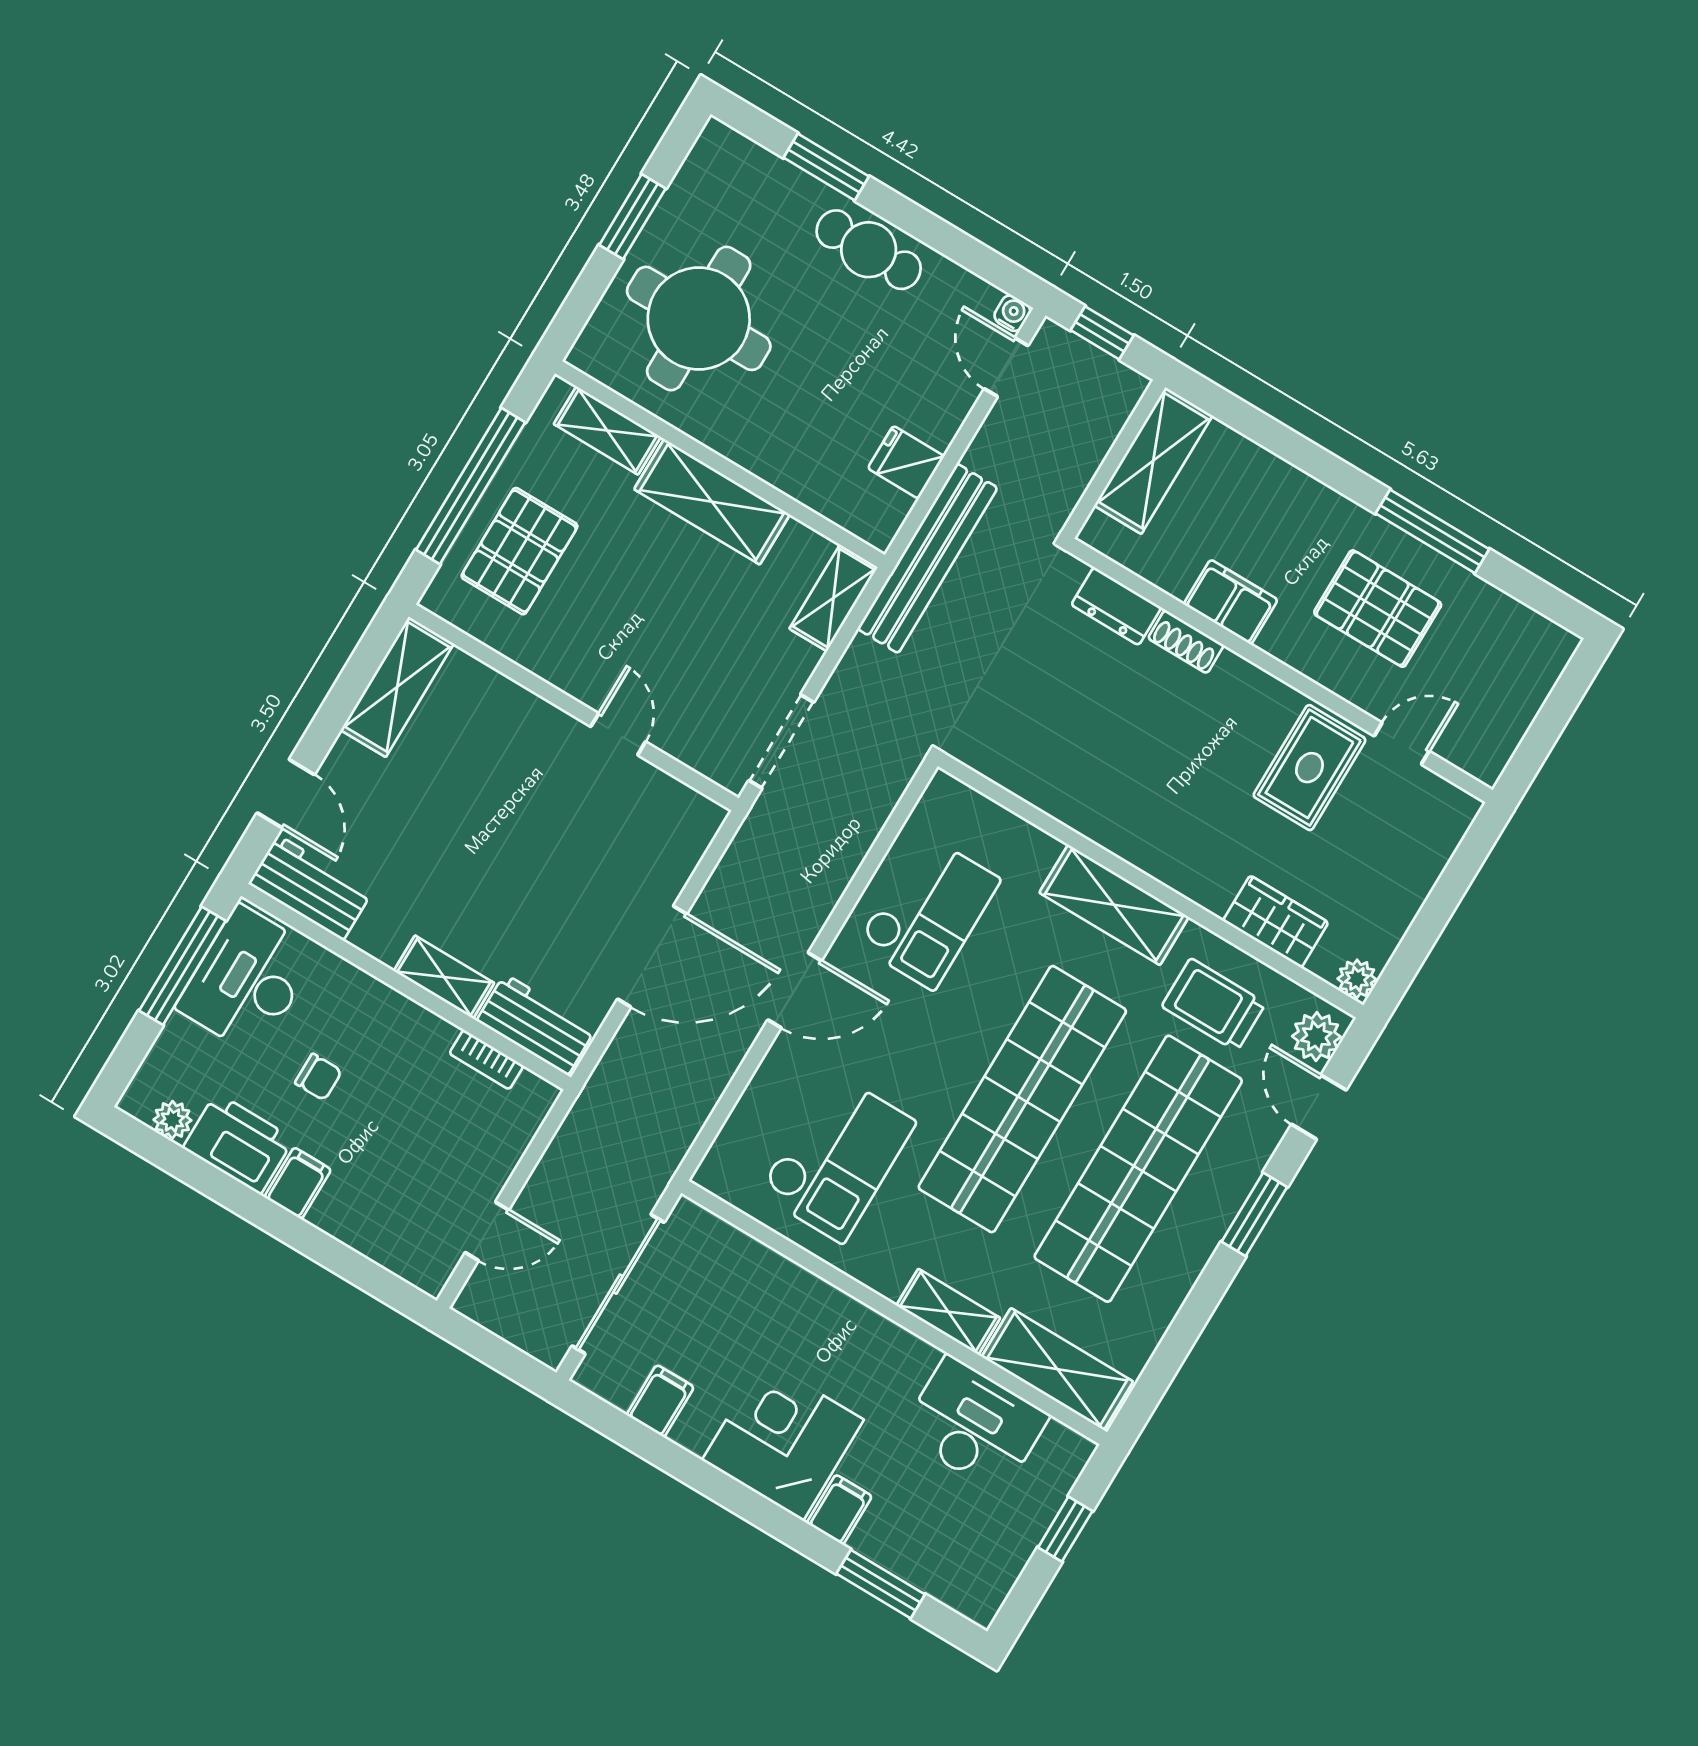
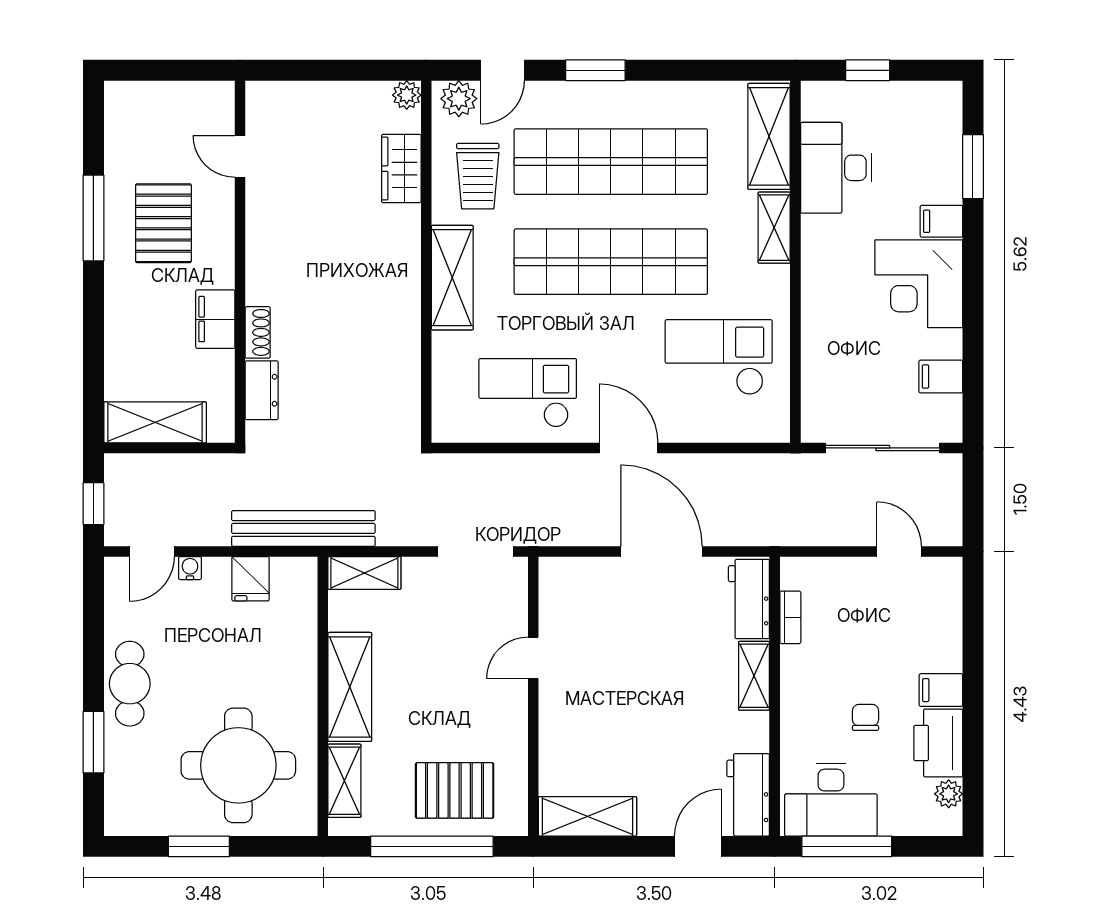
water cooler: (1012, 313) -> (190, 568), moved, turned 90
rug: (1309, 768) -> (290, 206), removed

